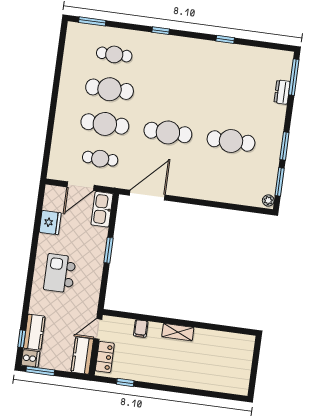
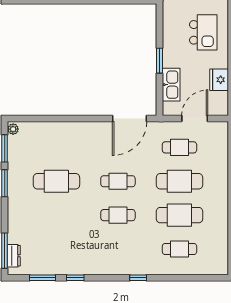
window: (92, 21) -> (42, 278), moved
dresser: (282, 92) -> (14, 256), moved
cafe table: (173, 98) -> (118, 215), added
cafe table: (168, 132) -> (118, 181), width x0.73, depth x0.74
kitchen sink: (102, 209) -> (171, 85), moved

